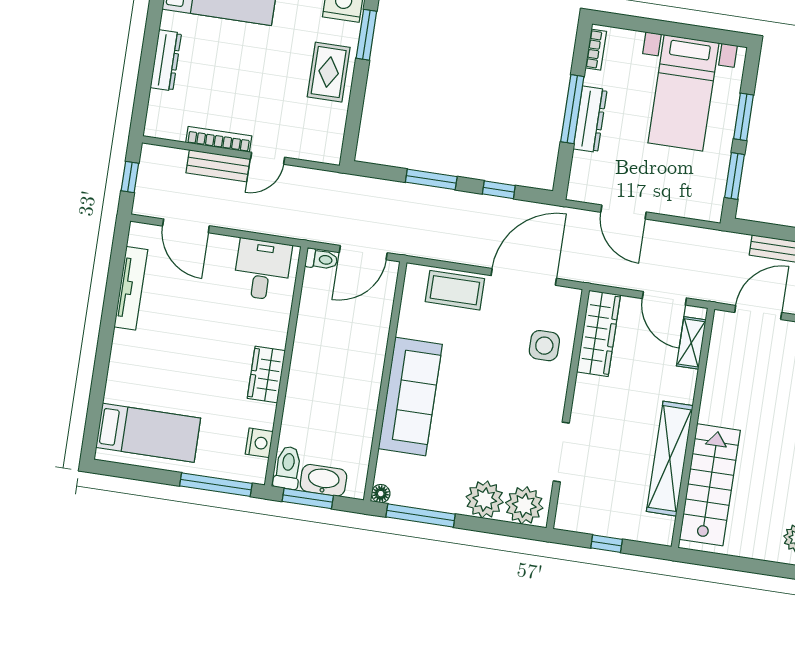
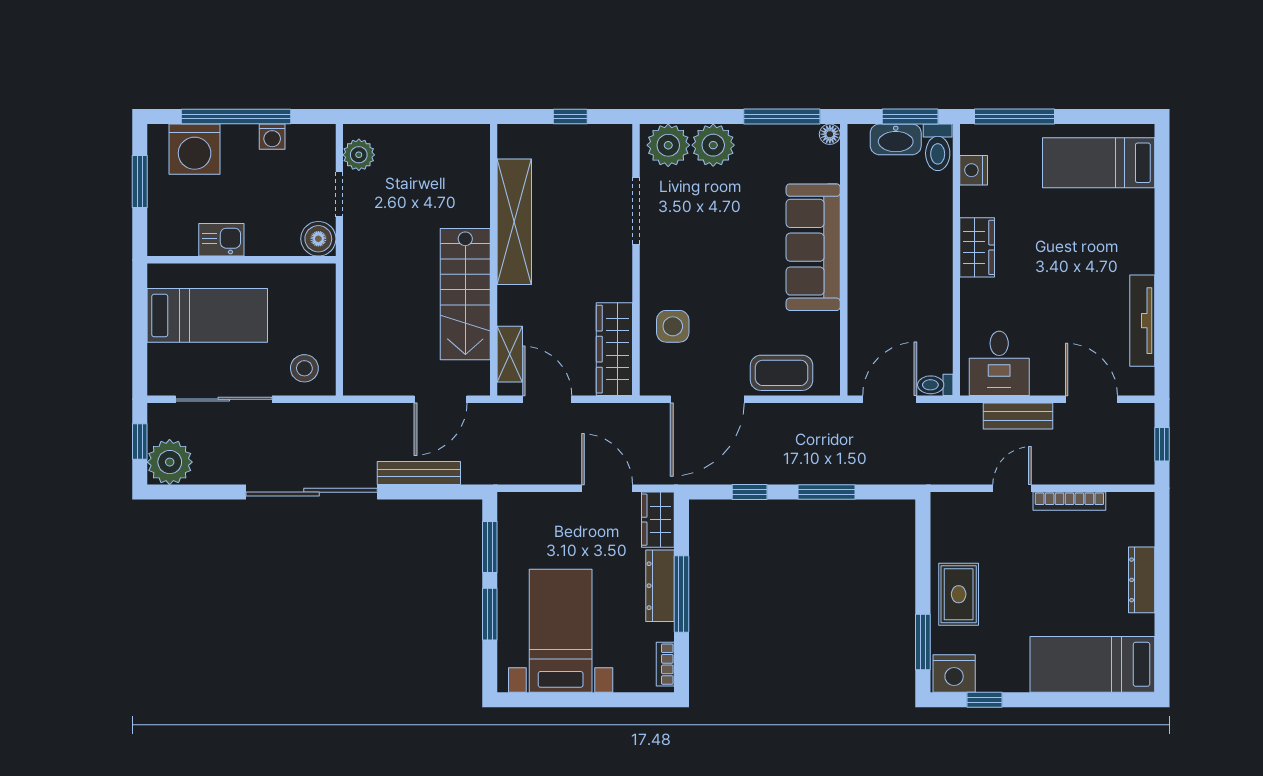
bench: (218, 166) -> (1018, 416), moved
wardrobe: (583, 178) -> (658, 520), added
stairs: (710, 485) -> (465, 294), moved

